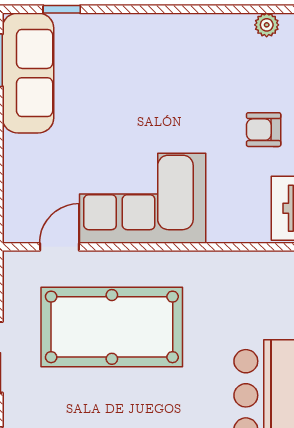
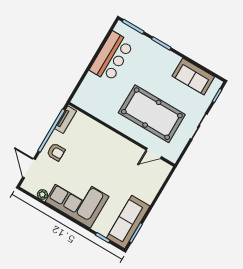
plant: (267, 25) -> (42, 194), moved
corner sofa: (143, 198) -> (77, 199), moved, turned 180

